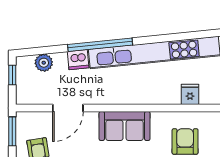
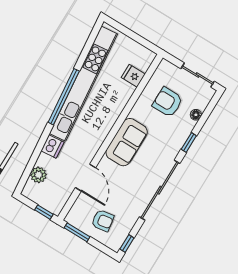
window: (100, 45) -> (64, 97), moved
window: (12, 75) -> (44, 212), moved

